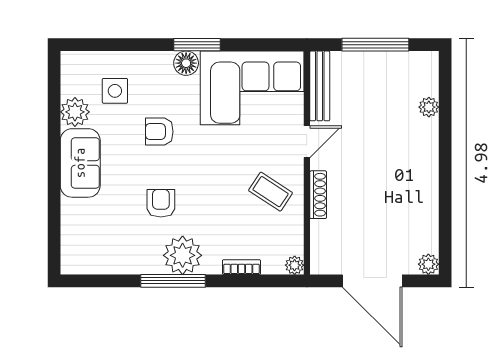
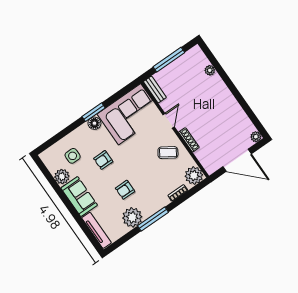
bench: (320, 86) -> (155, 90), width x0.73
armchair: (161, 203) -> (125, 190), turned -90
tv unit: (70, 236) -> (96, 230), added
plant: (183, 255) -> (132, 217), moved
plant: (295, 265) -> (194, 175), width x1.87, depth x1.87

